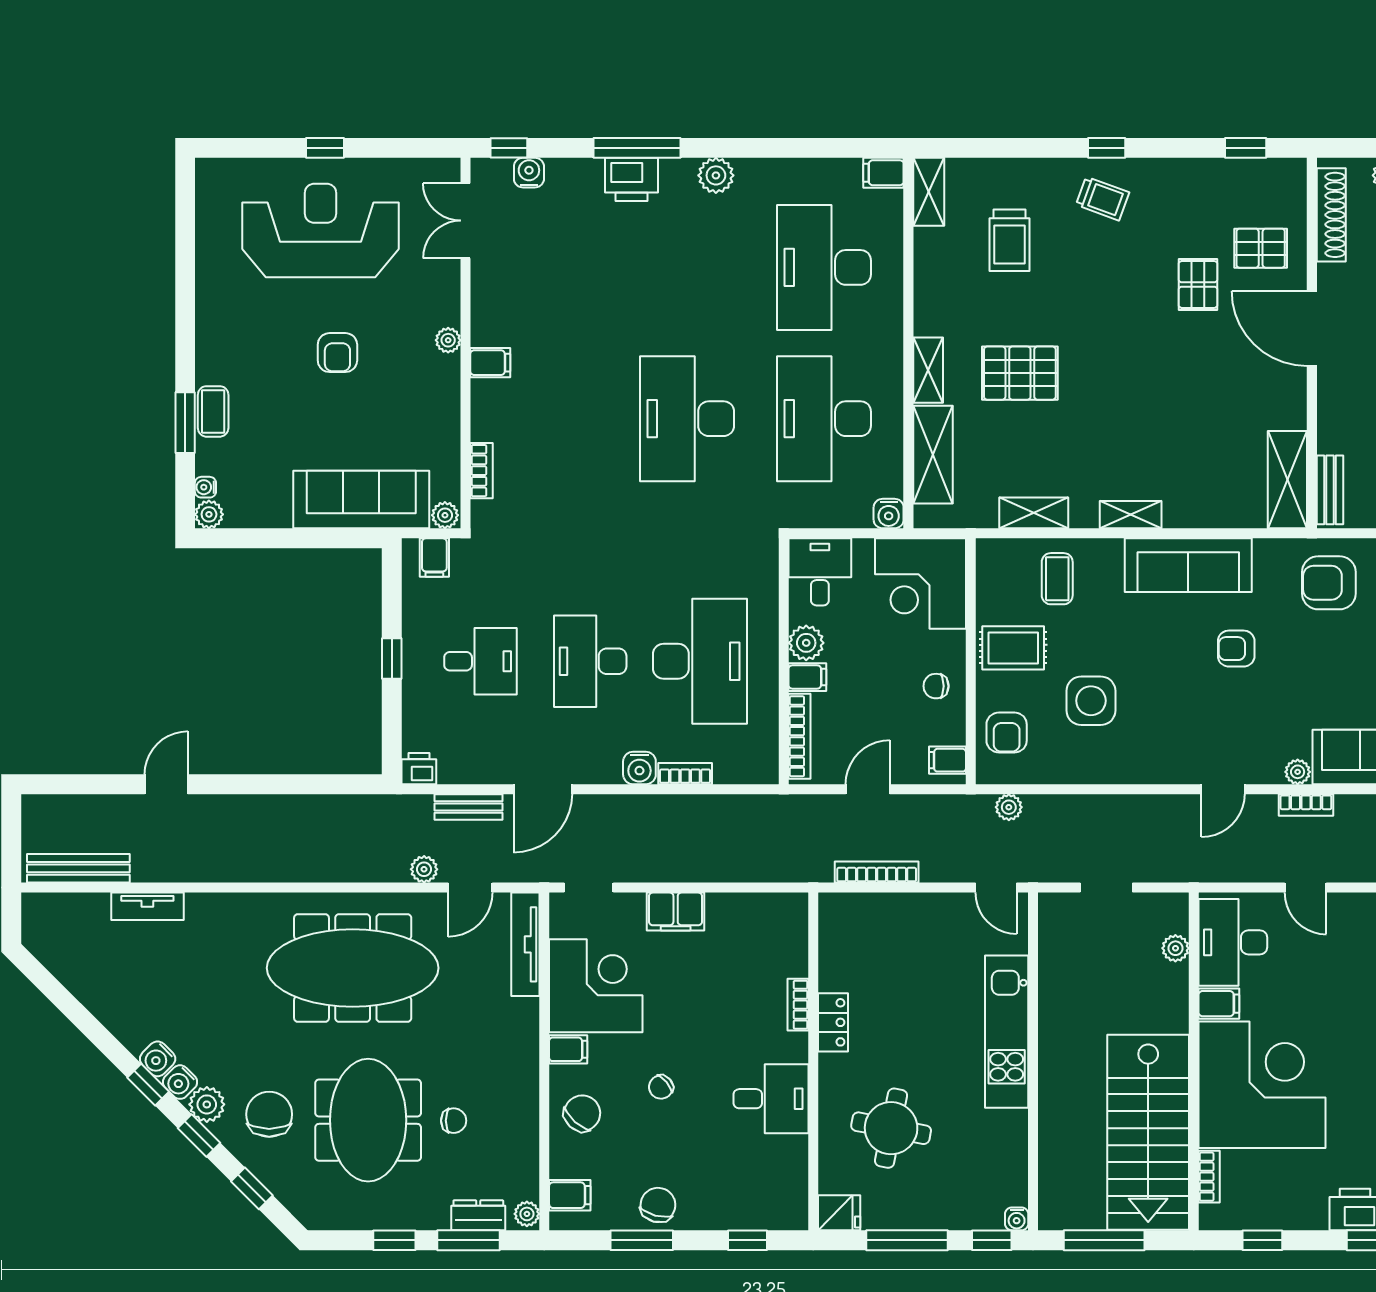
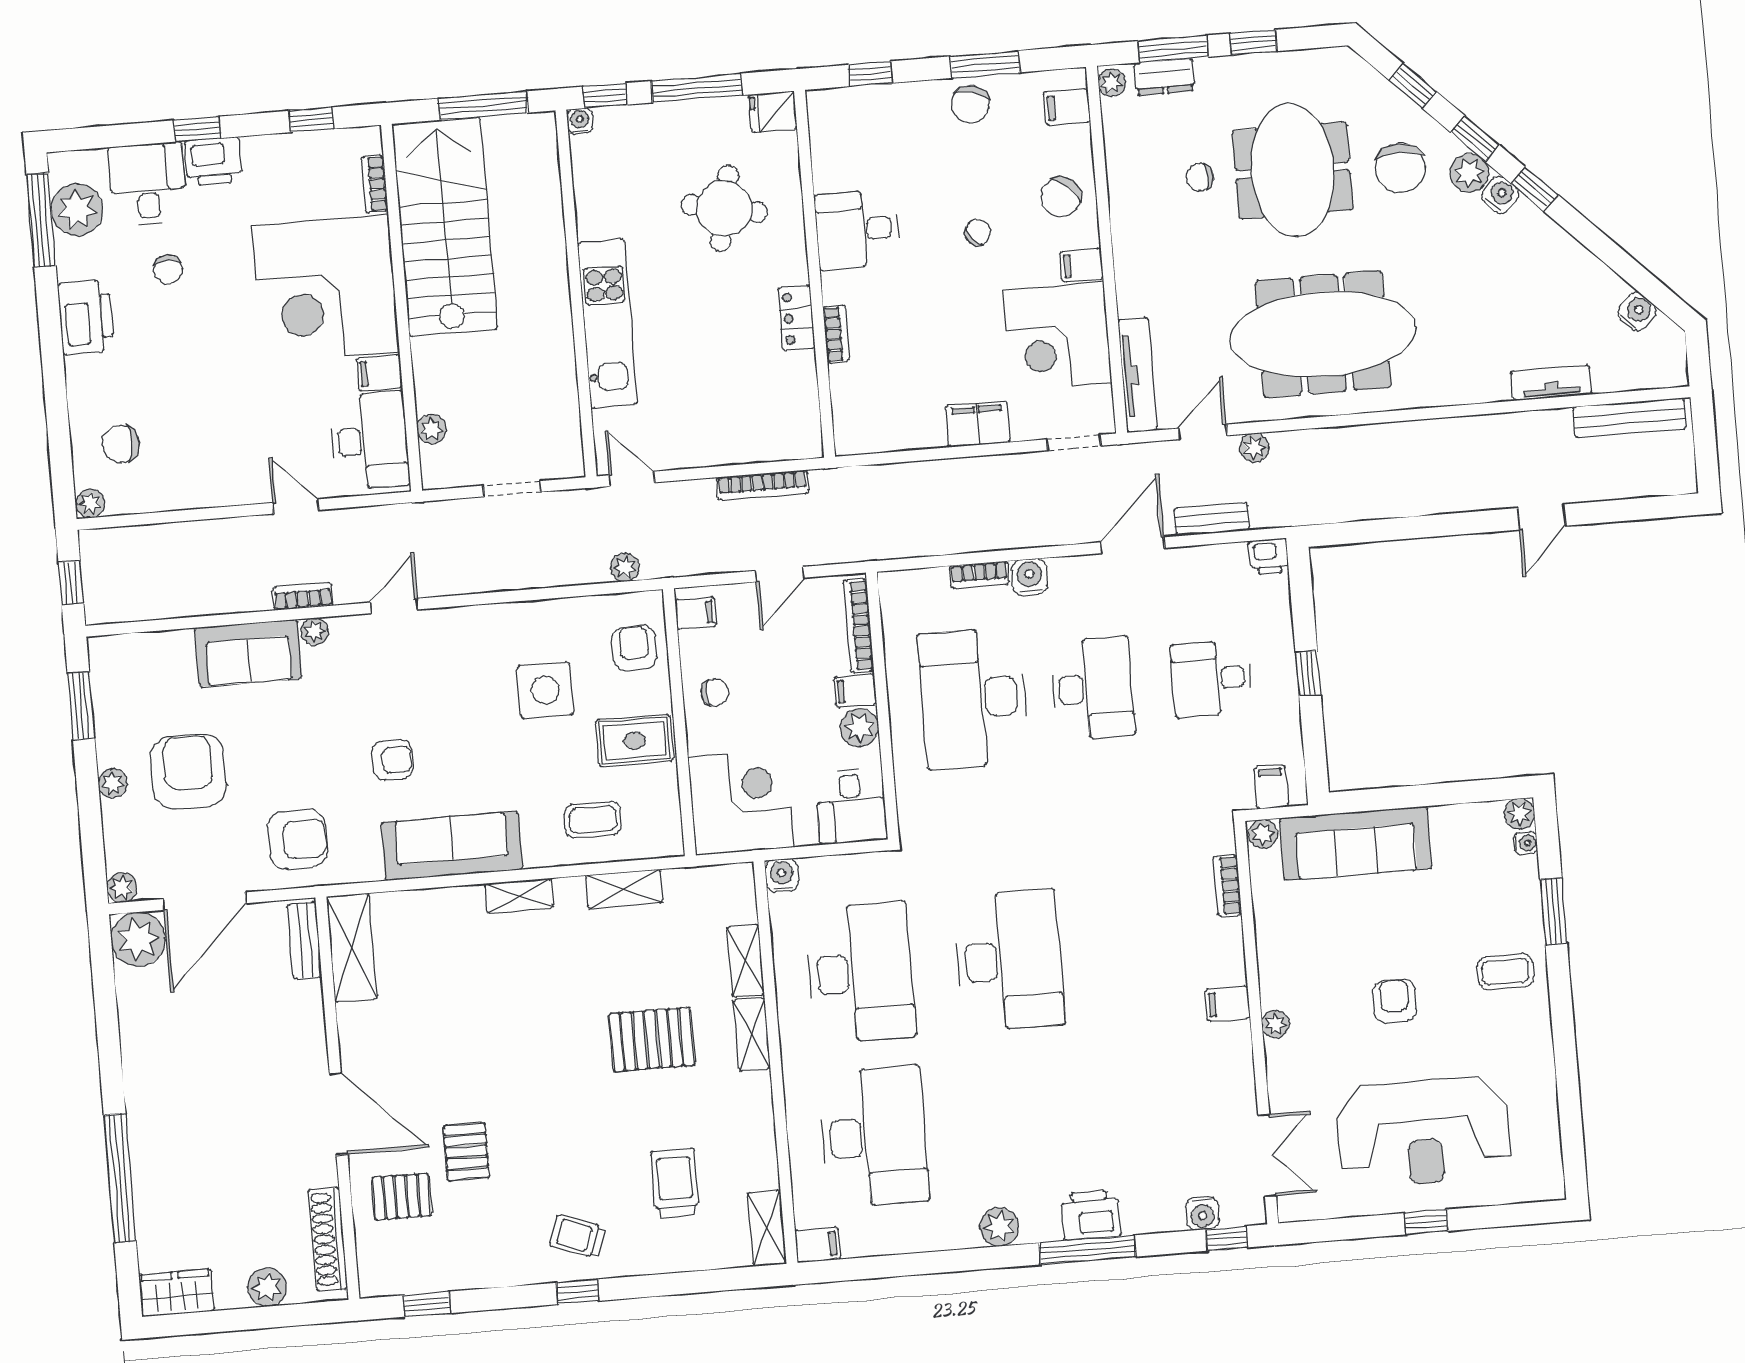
coffee table: (213, 411) -> (1505, 972), moved, turned 90
shelving: (933, 455) -> (746, 961), width x0.67, depth x0.75
coffee table: (1057, 579) -> (593, 820), turned 90
water cooler: (158, 1059) -> (1637, 312), moved

